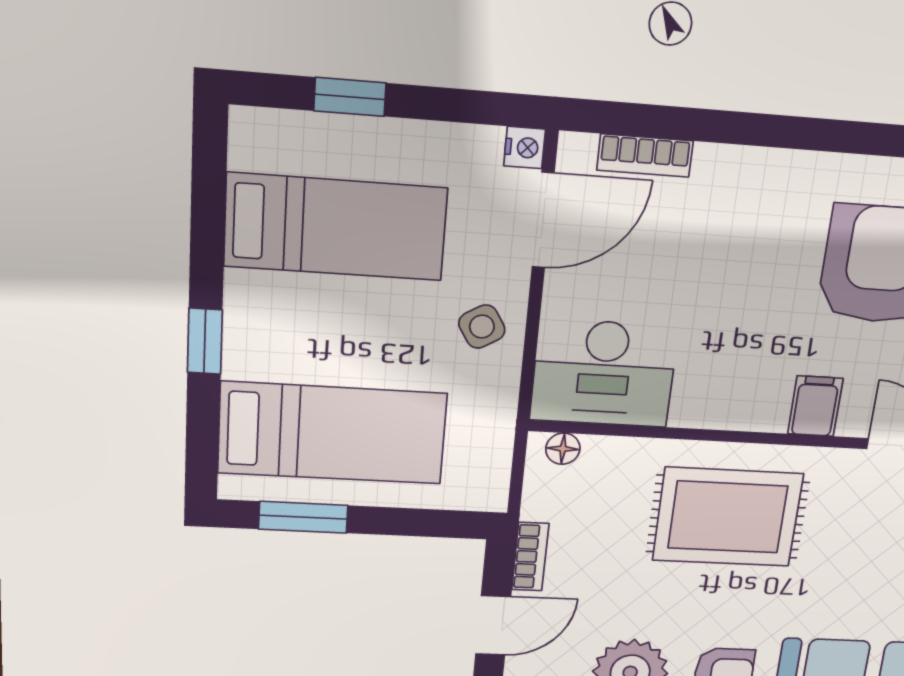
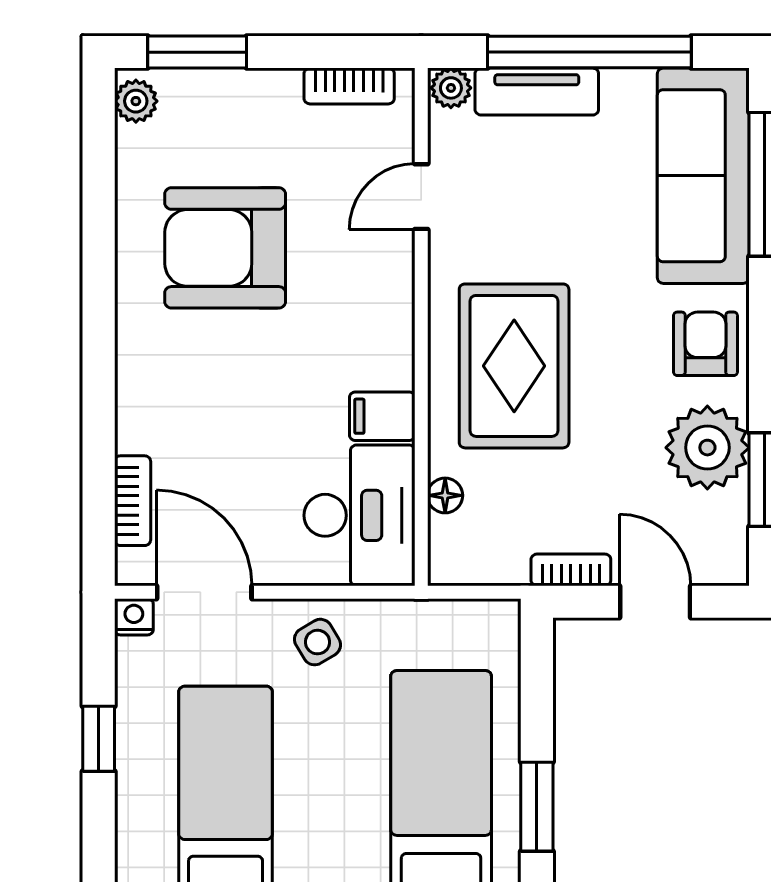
window: (350, 97) -> (99, 739), moved
filing cabinet: (815, 406) -> (382, 416), moved
floor lamp: (563, 449) -> (445, 495), moved

